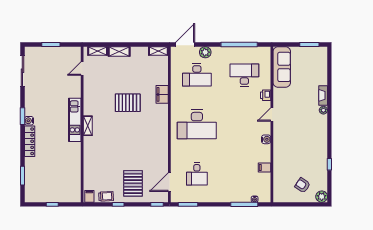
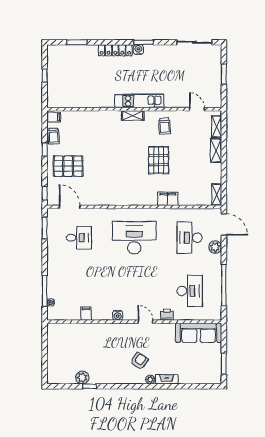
trolley: (97, 97) -> (165, 126), added
desk: (197, 124) -> (134, 238), turned 90
desk: (197, 174) -> (79, 238), turned 180
armchair: (302, 185) -> (139, 361), moved
plant: (322, 197) -> (82, 378), moved

